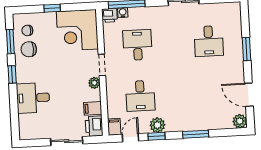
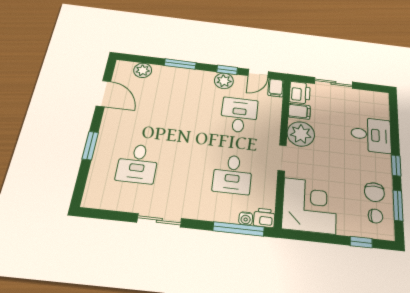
window: (52, 8) -> (361, 242), moved
desk: (209, 41) -> (138, 163), turned 180
chair: (29, 49) -> (374, 192), turned 90
plant: (94, 83) -> (301, 134), width x1.87, depth x1.87
plant: (240, 121) -> (143, 70), moved

